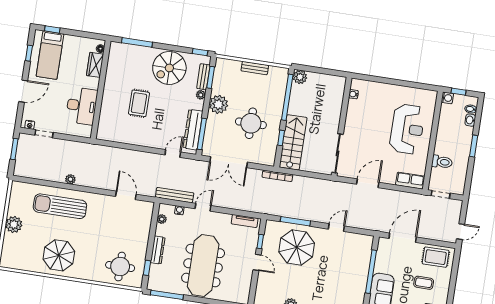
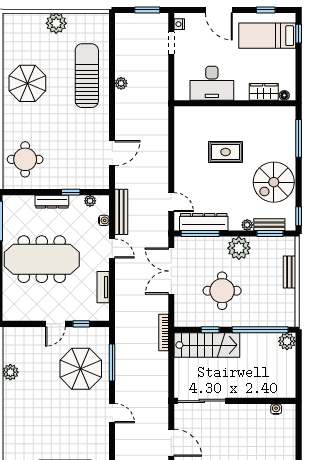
spiral stairs: (169, 68) -> (274, 182), turned -90
bench: (255, 68) -> (289, 272), moved
tv unit: (245, 221) -> (103, 287), moved
window: (147, 268) -> (71, 192), moved

